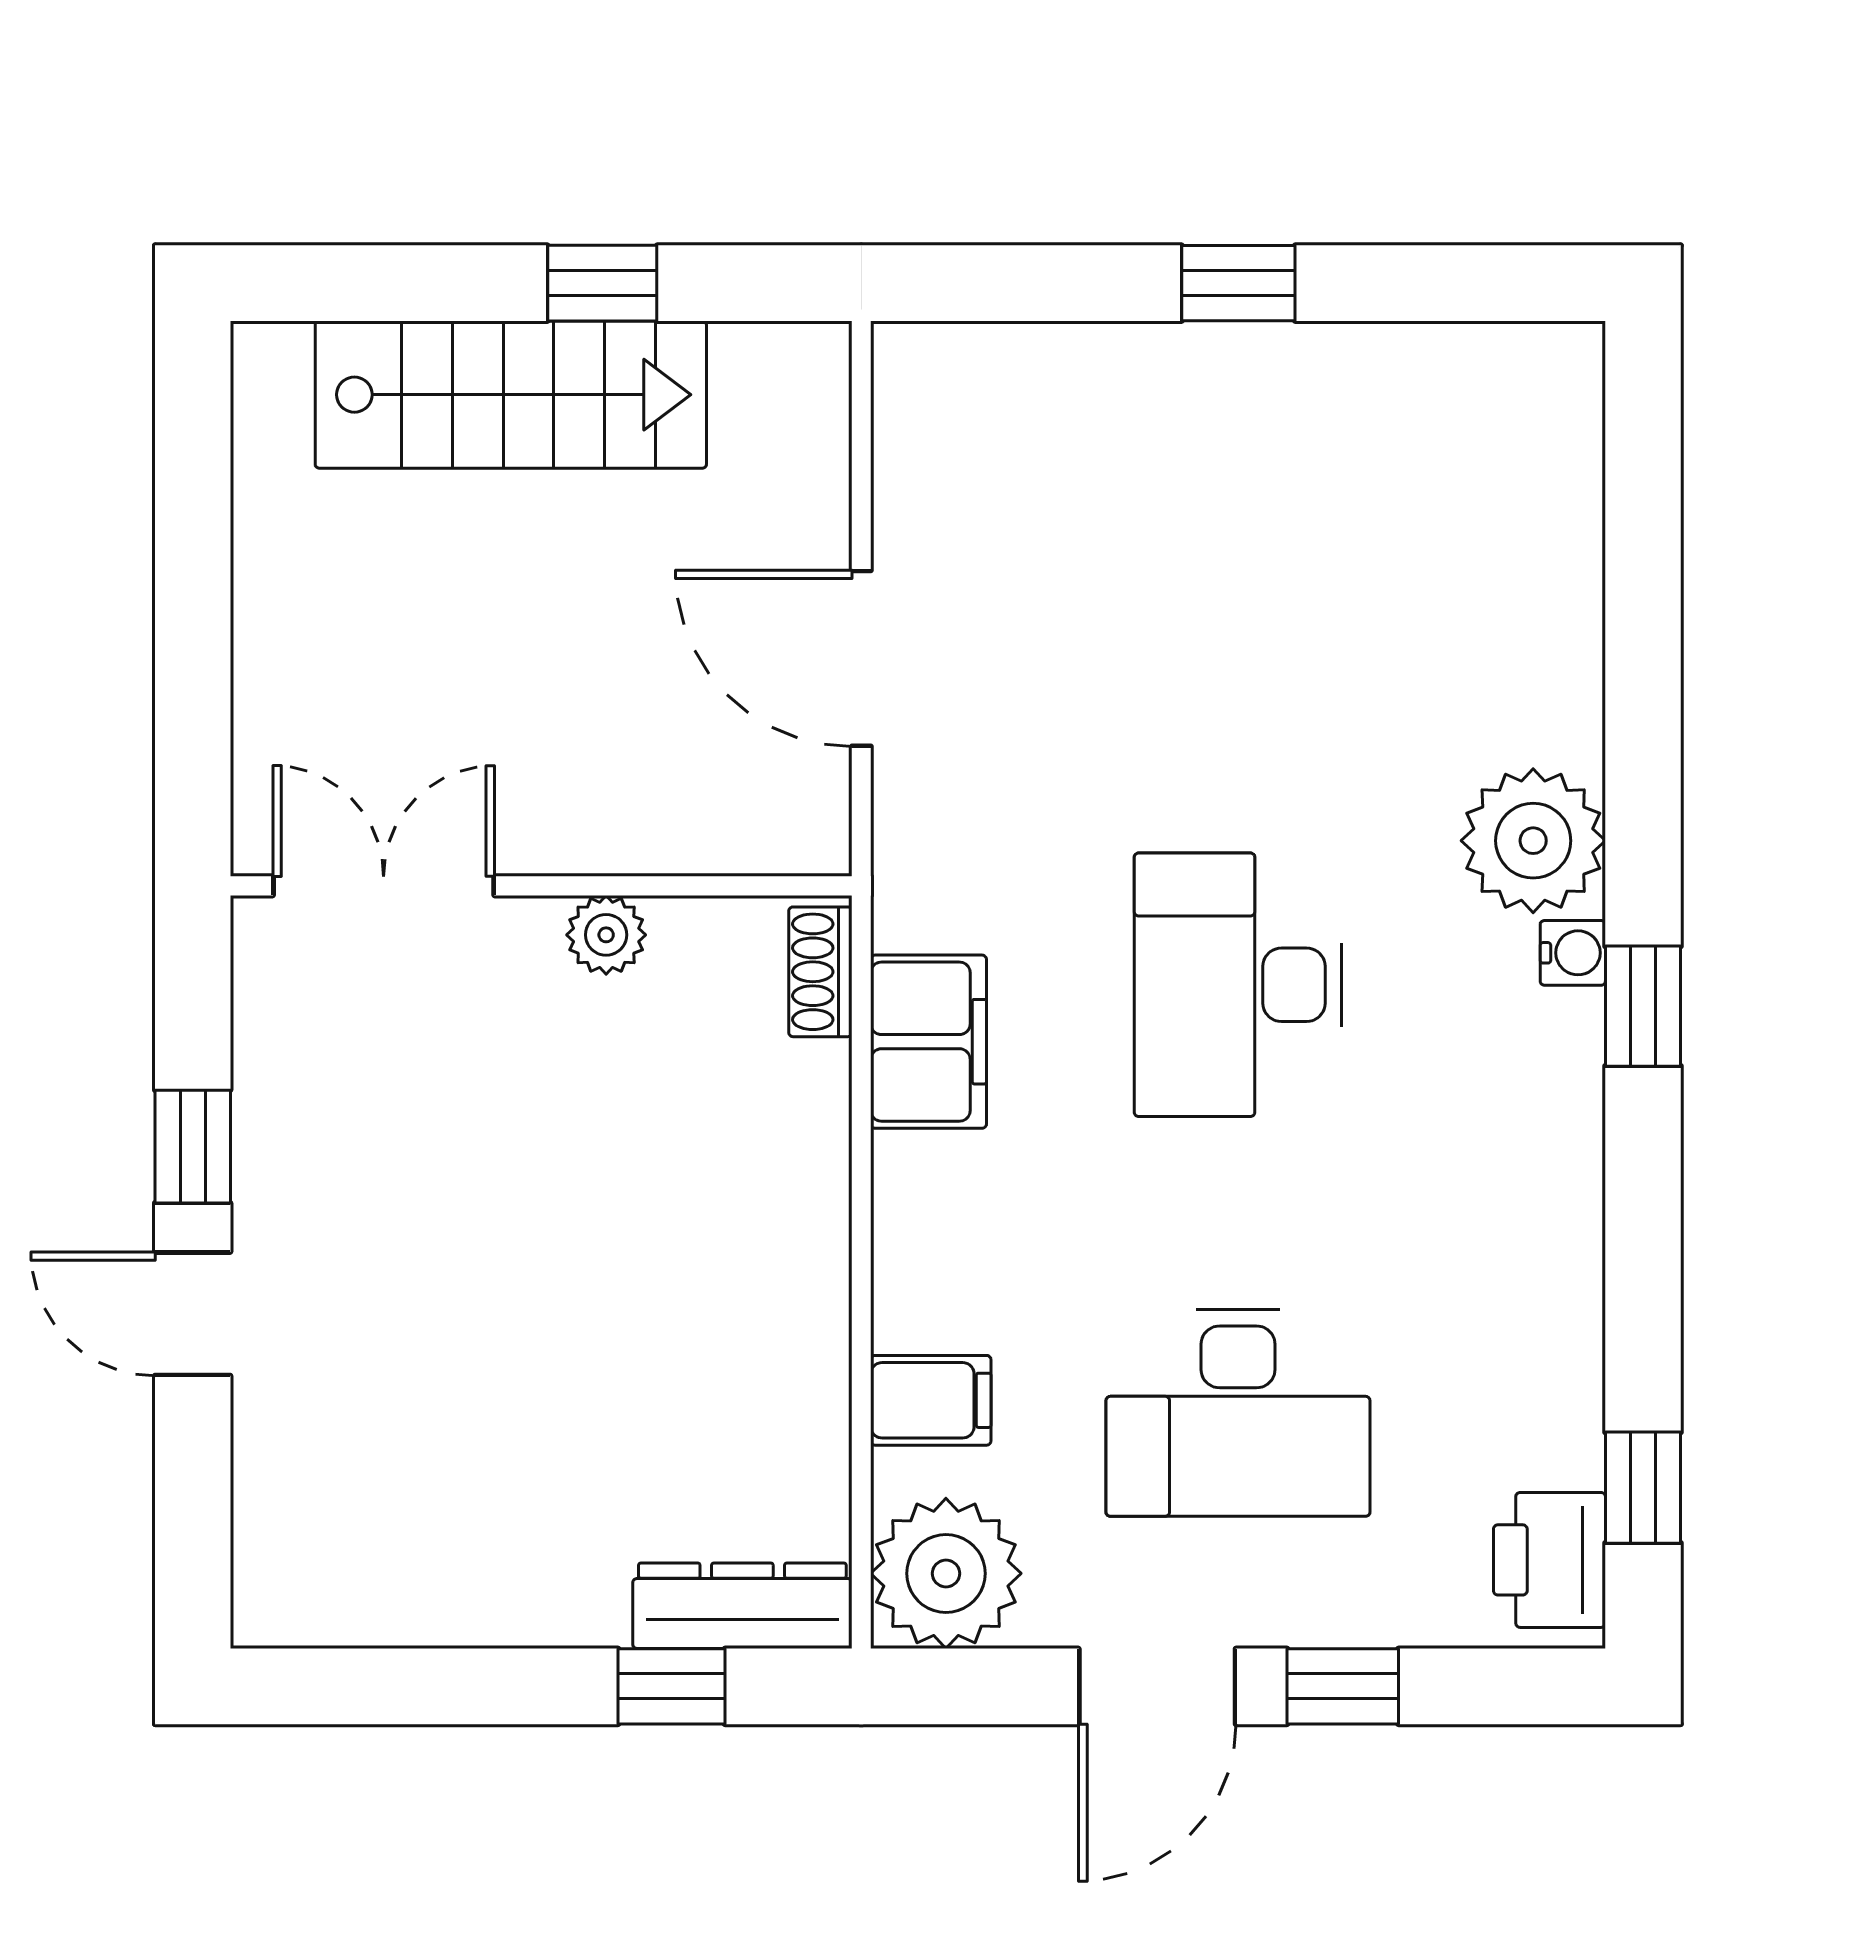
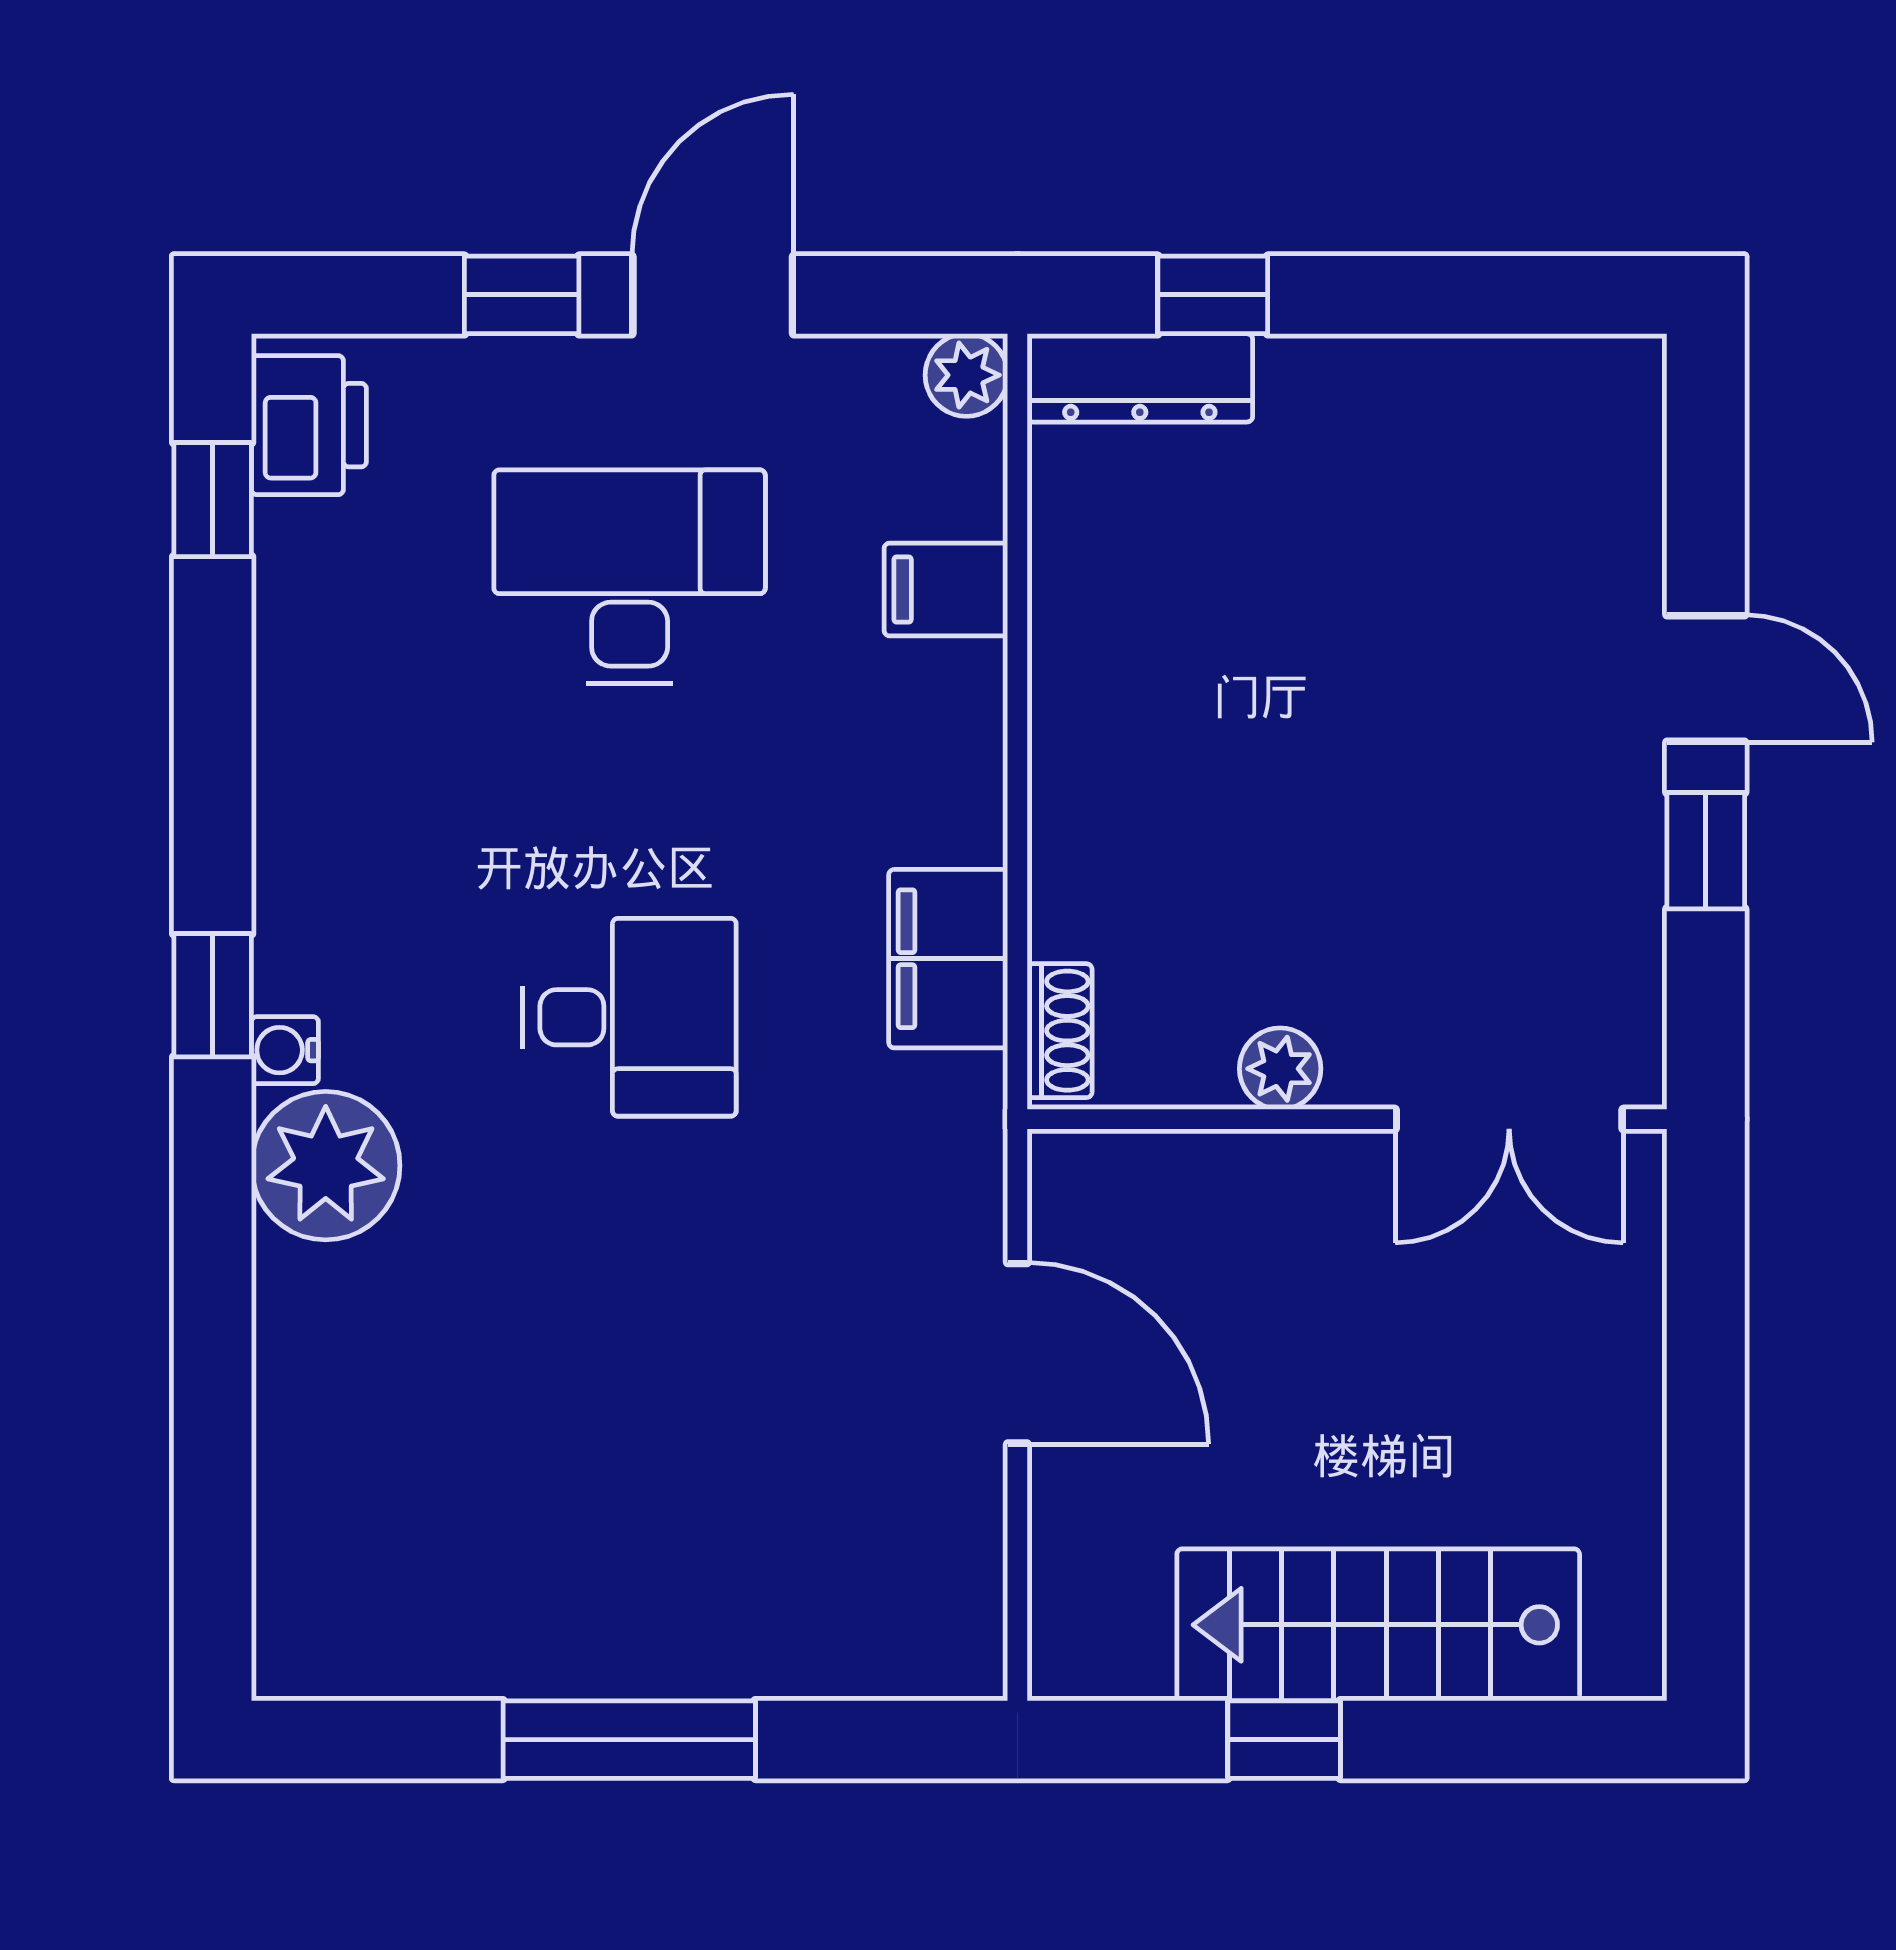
window: (1238, 283) -> (629, 1740), width x2.17
desk: (1238, 985) -> (630, 1017), width x0.73
plant: (946, 1573) -> (966, 375), width x0.53, depth x0.53

